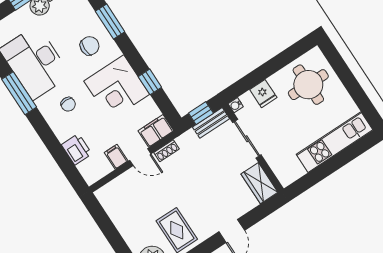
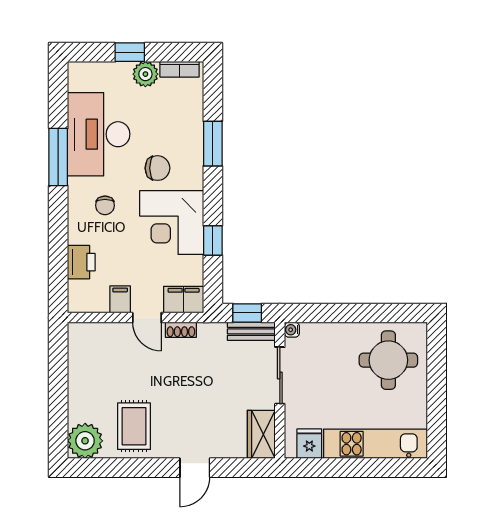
chair: (90, 46) -> (157, 168), moved
fridge: (263, 94) -> (309, 444), moved, turned 180

